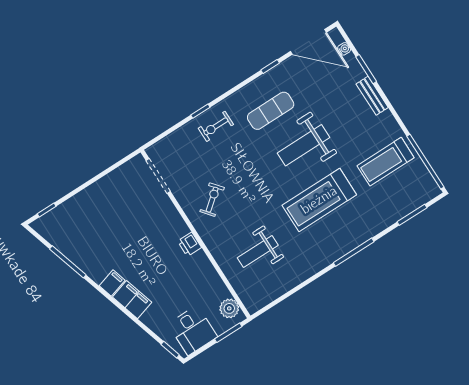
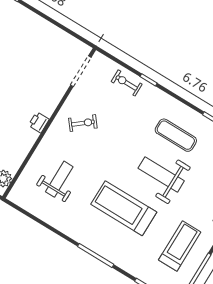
exercise bike: (216, 126) -> (127, 83), moved
treadmill: (386, 162) -> (180, 246), turned 90
weight bench: (258, 252) -> (59, 179), turned 90

